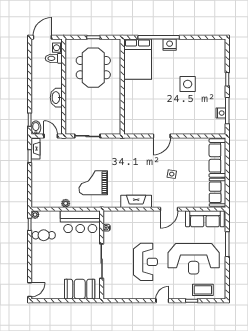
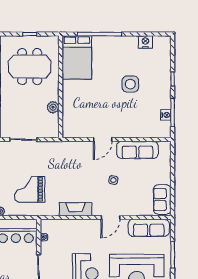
nightstand: (170, 45) -> (145, 42), moved
meeting table: (93, 68) -> (30, 67), turned 90
plant: (115, 106) -> (53, 107), added
sofa: (217, 158) -> (137, 150), moved, turned -90

